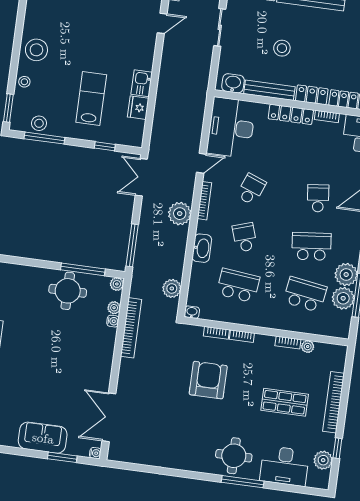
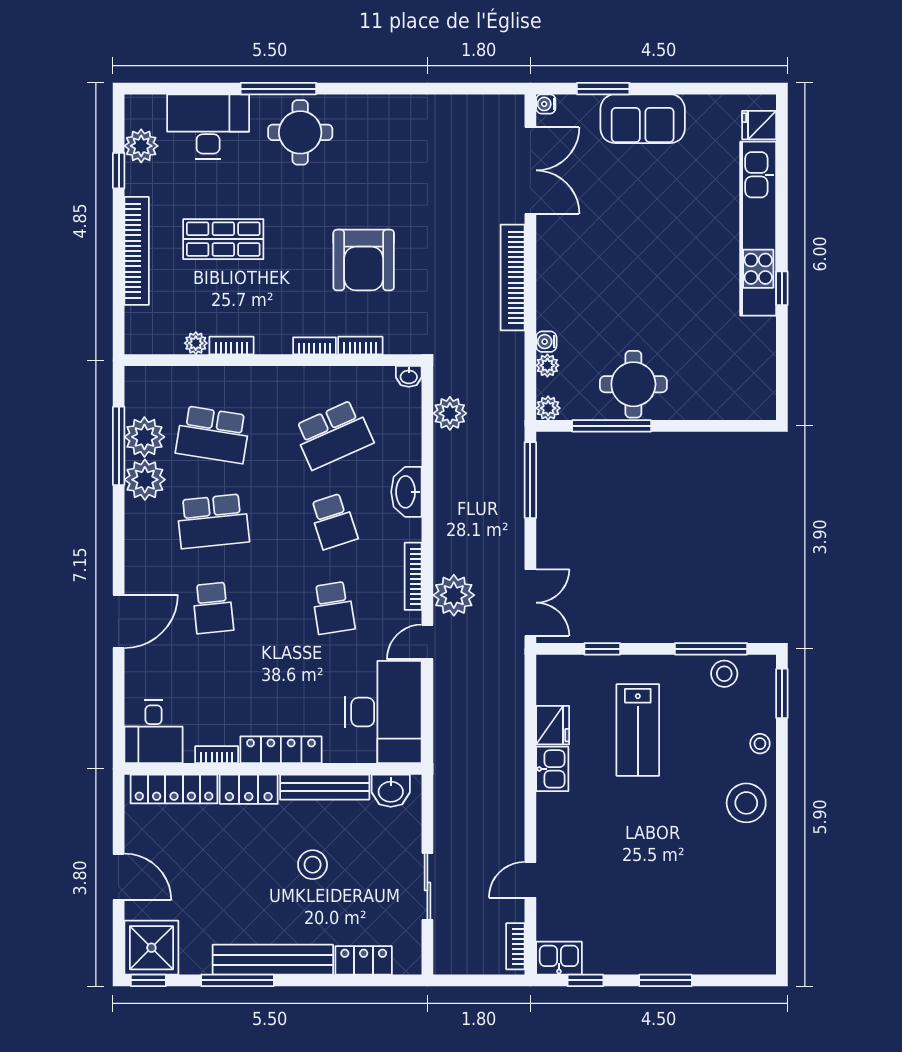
school desk: (251, 189) -> (333, 608), turned -30
plant: (180, 214) -> (454, 595), moved
school desk: (238, 285) -> (333, 435), turned -30
bookcase: (131, 328) -> (513, 277), moved

